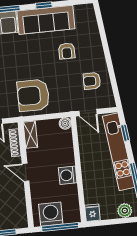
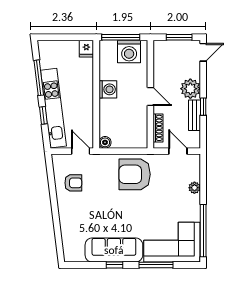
armchair: (67, 51) -> (96, 216), removed
armchair: (33, 95) -> (135, 174), turned 180
window: (125, 133) -> (43, 115), moved
shelving: (30, 135) -> (142, 134), removed
plant: (125, 211) -> (53, 47), removed

